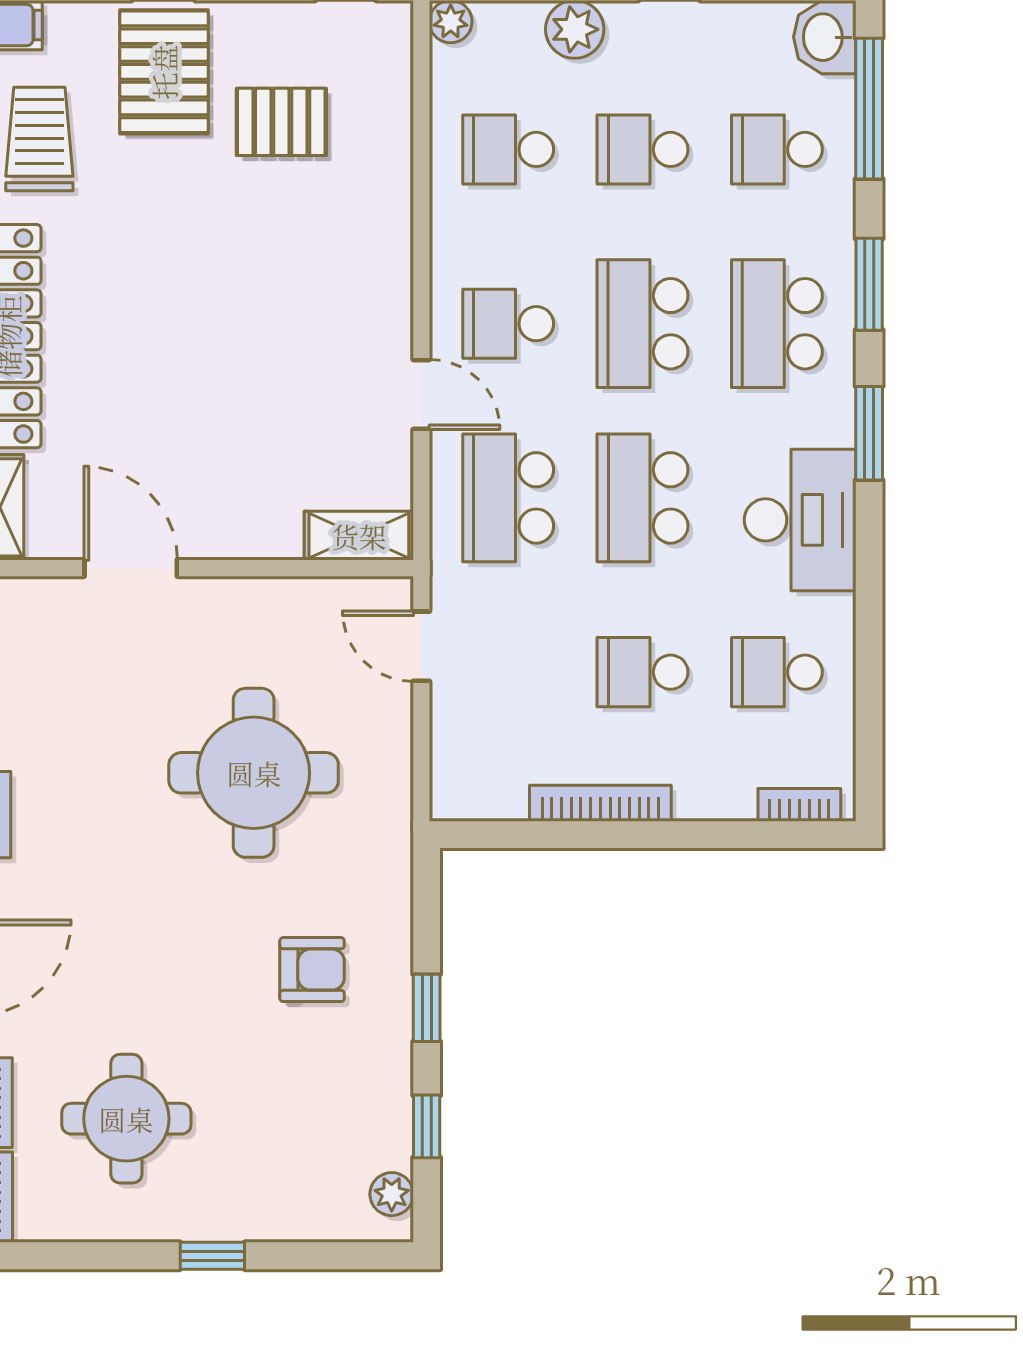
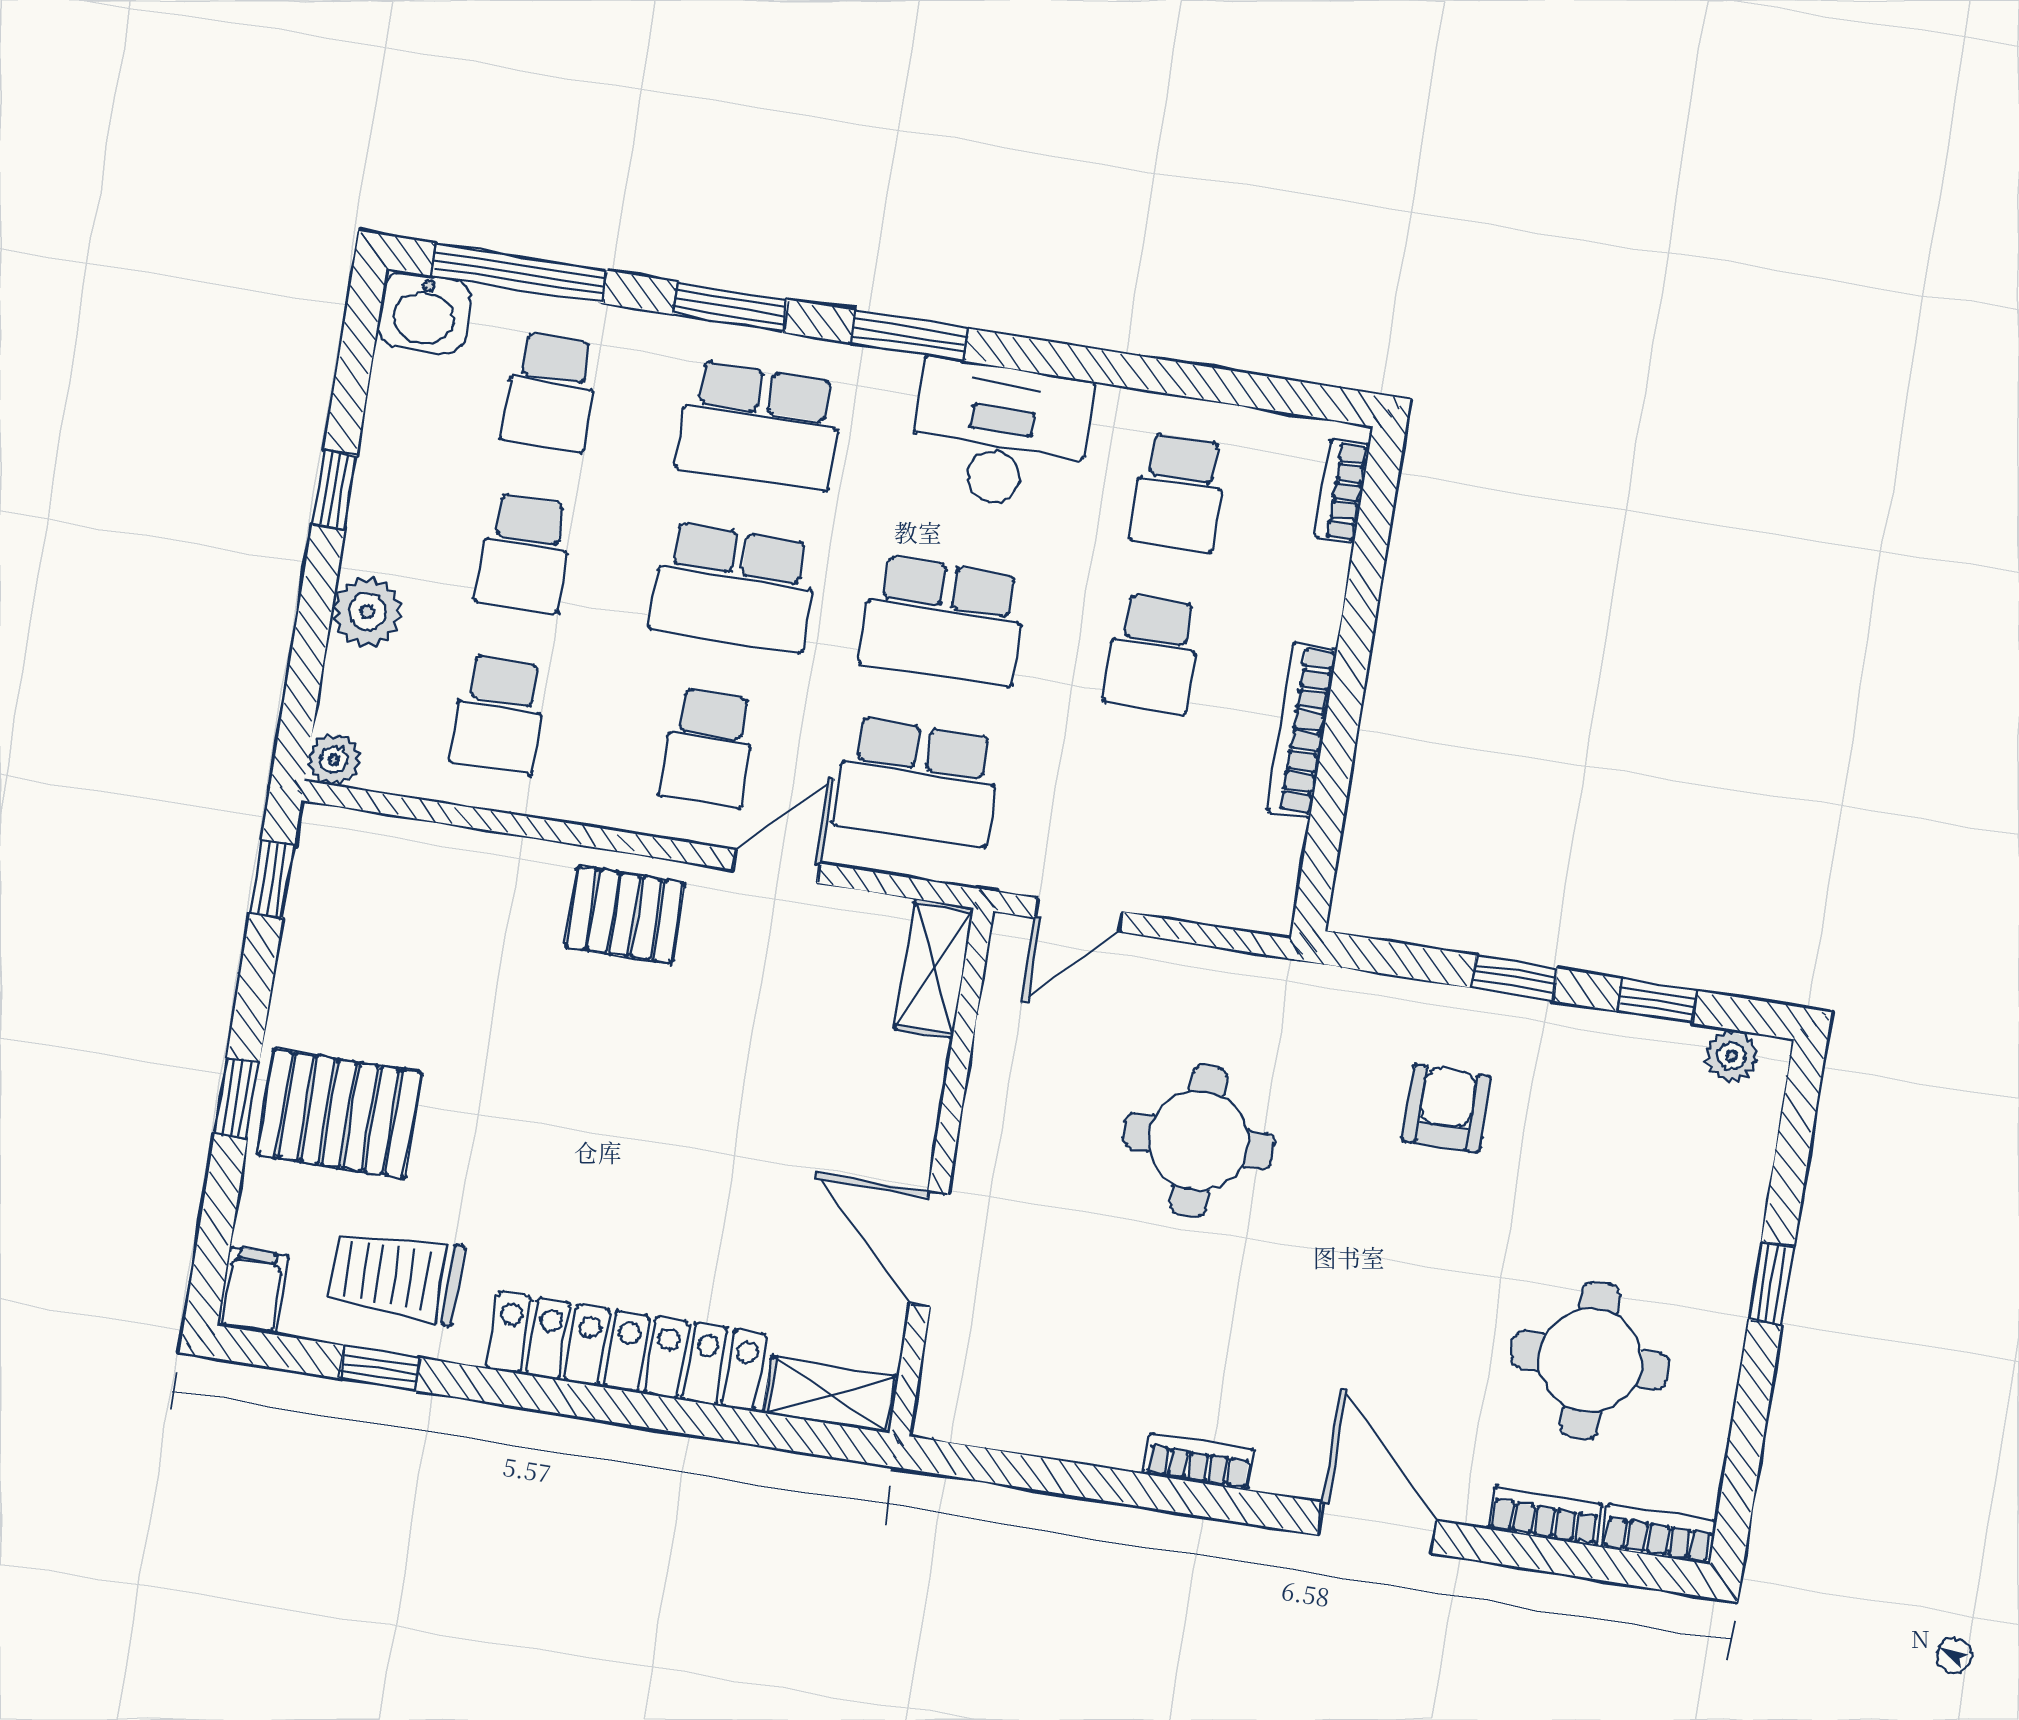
pallet: (281, 122) -> (625, 915), moved, turned 90
door: (131, 568) -> (929, 1249), hinge flipped
round table: (254, 773) -> (1199, 1141), width x0.73, depth x0.73

